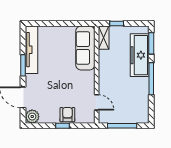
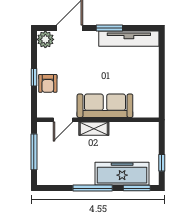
window: (117, 23) -> (162, 163), moved
shelving: (104, 38) -> (94, 129), moved
sofa: (85, 48) -> (105, 106), moved
armchair: (67, 115) -> (48, 83), turned 90

